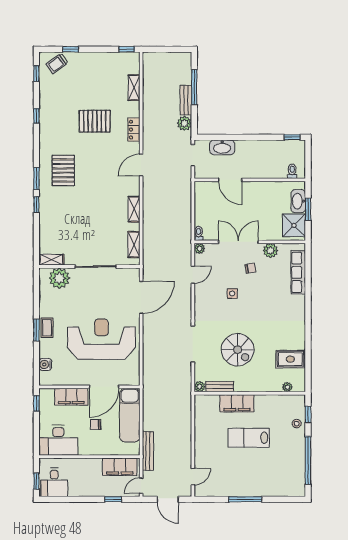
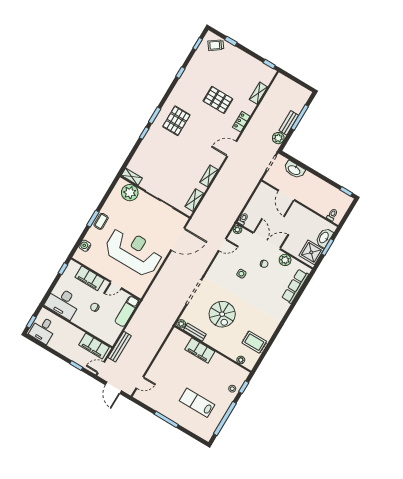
door: (104, 387) -> (116, 285), width x0.53
exam couch: (130, 415) -> (127, 311), width x0.73, depth x0.69
lab bench: (249, 438) -> (197, 403), moved

